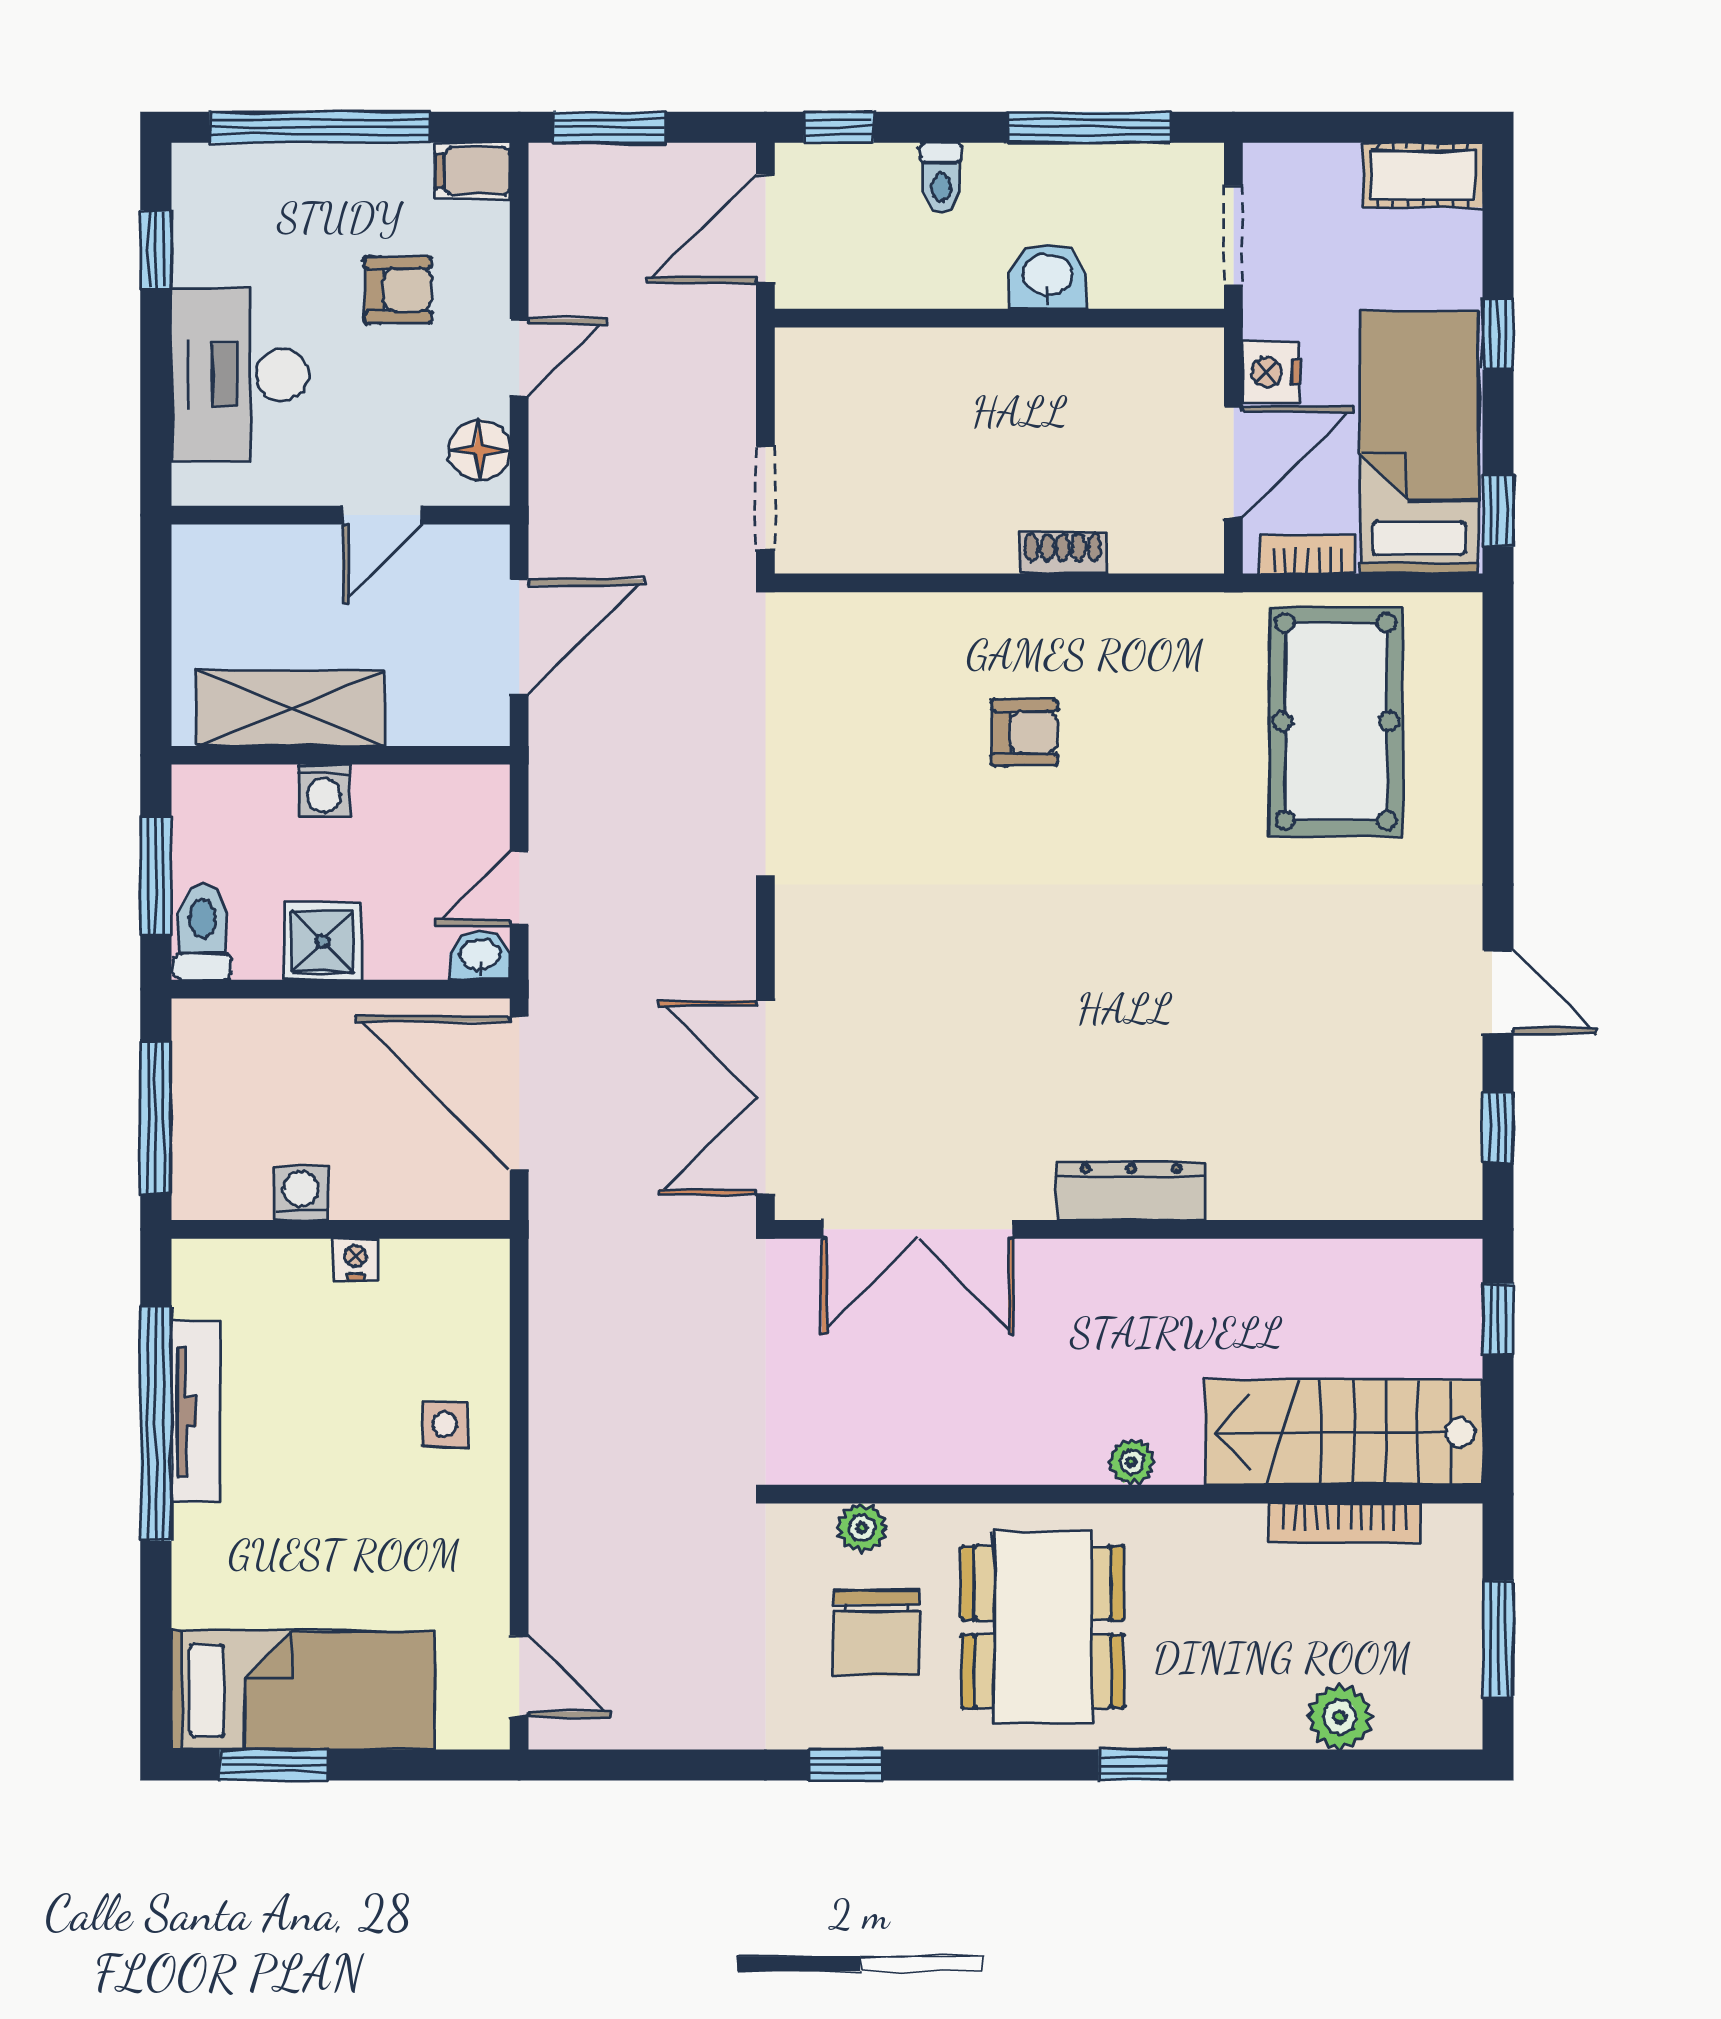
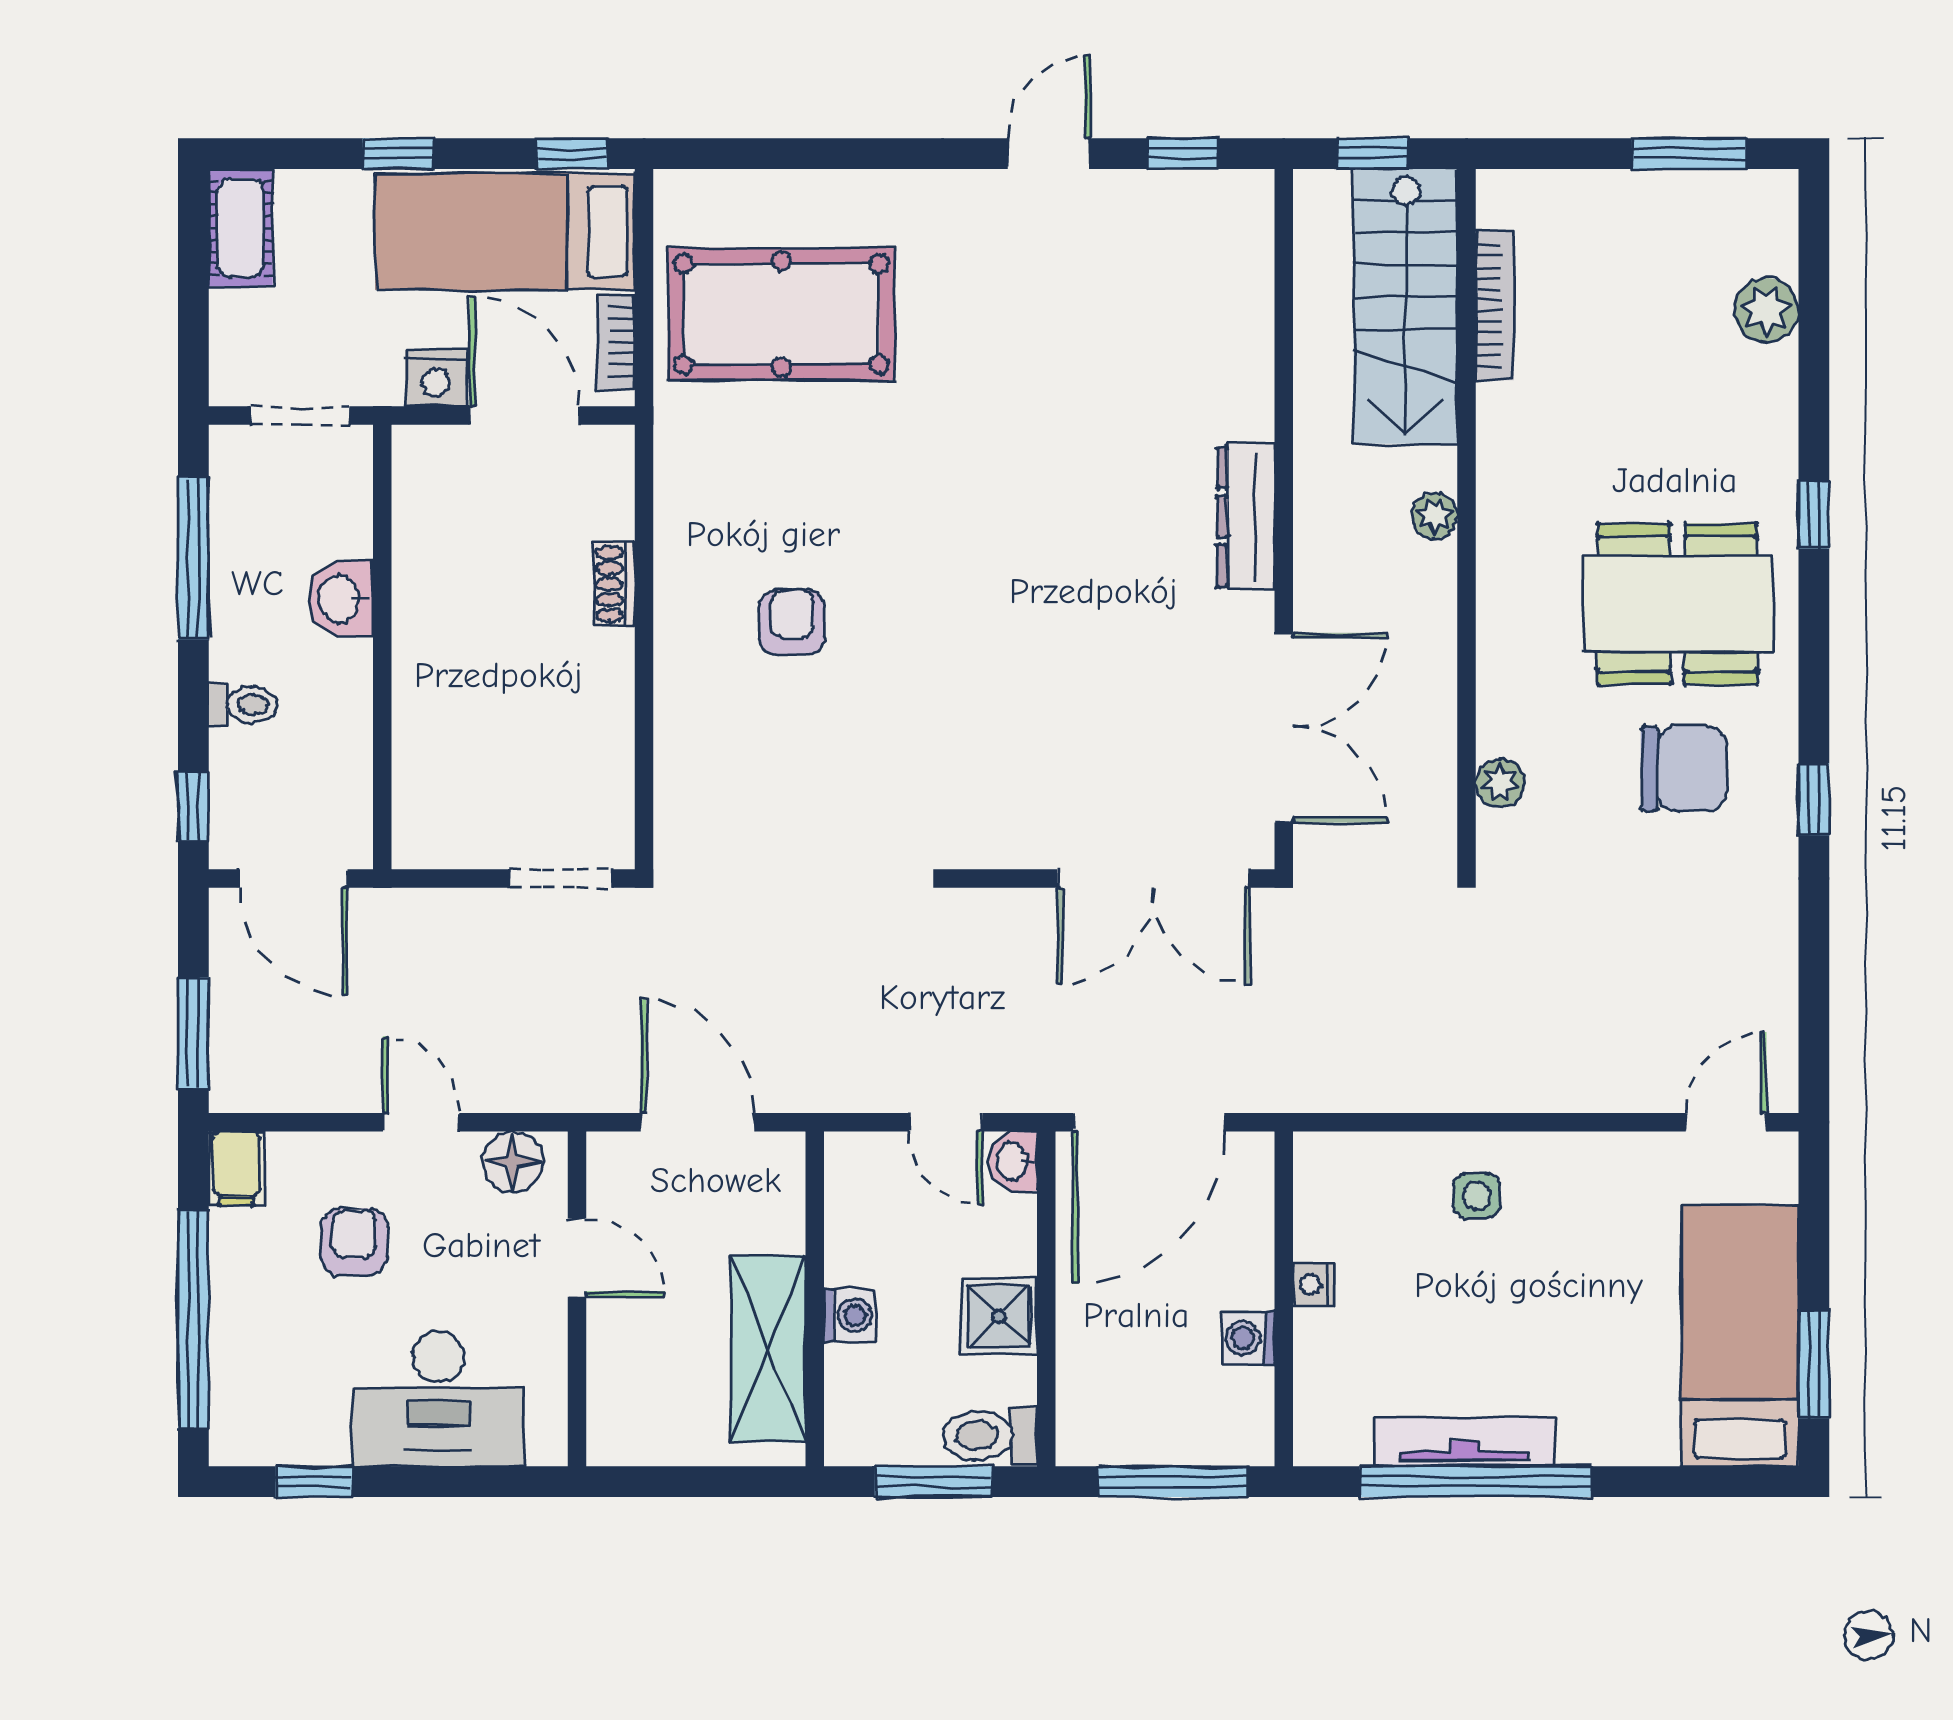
stairs: (1344, 1432) -> (1406, 306), moved
plant: (1132, 1462) -> (1435, 516), moved
wall: (1129, 1494) -> (1467, 519), moved
bookcase: (1344, 1523) -> (1495, 306), moved
plant: (862, 1528) -> (1500, 783), moved

